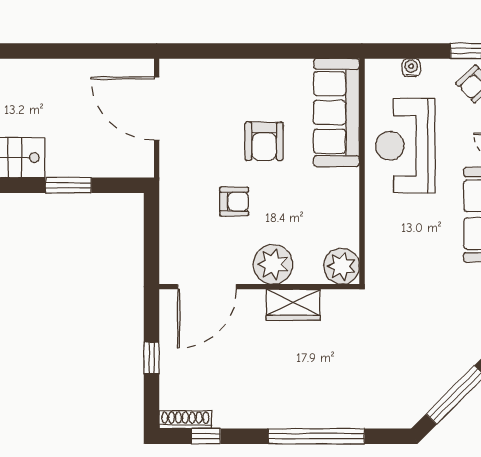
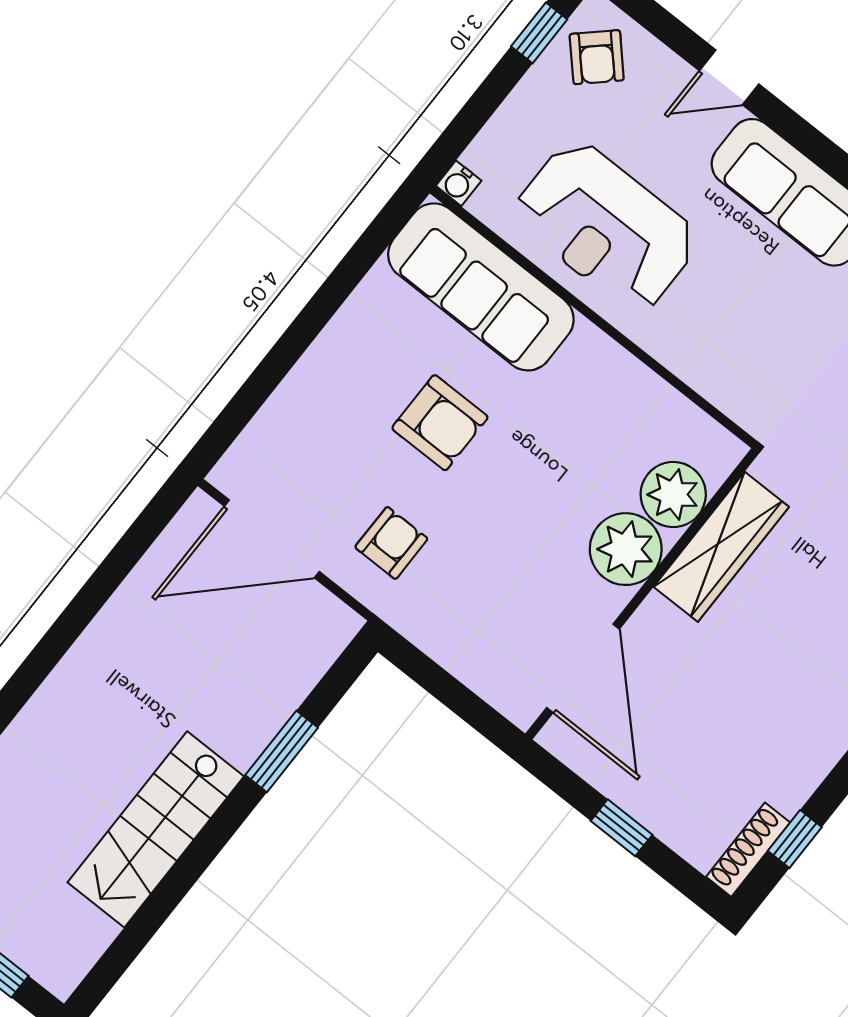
water cooler: (411, 68) -> (459, 183), moved, turned -90
armchair: (234, 202) -> (391, 543), moved
plant: (342, 266) -> (673, 495), moved
wardrobe: (293, 305) -> (721, 547), width x1.50

